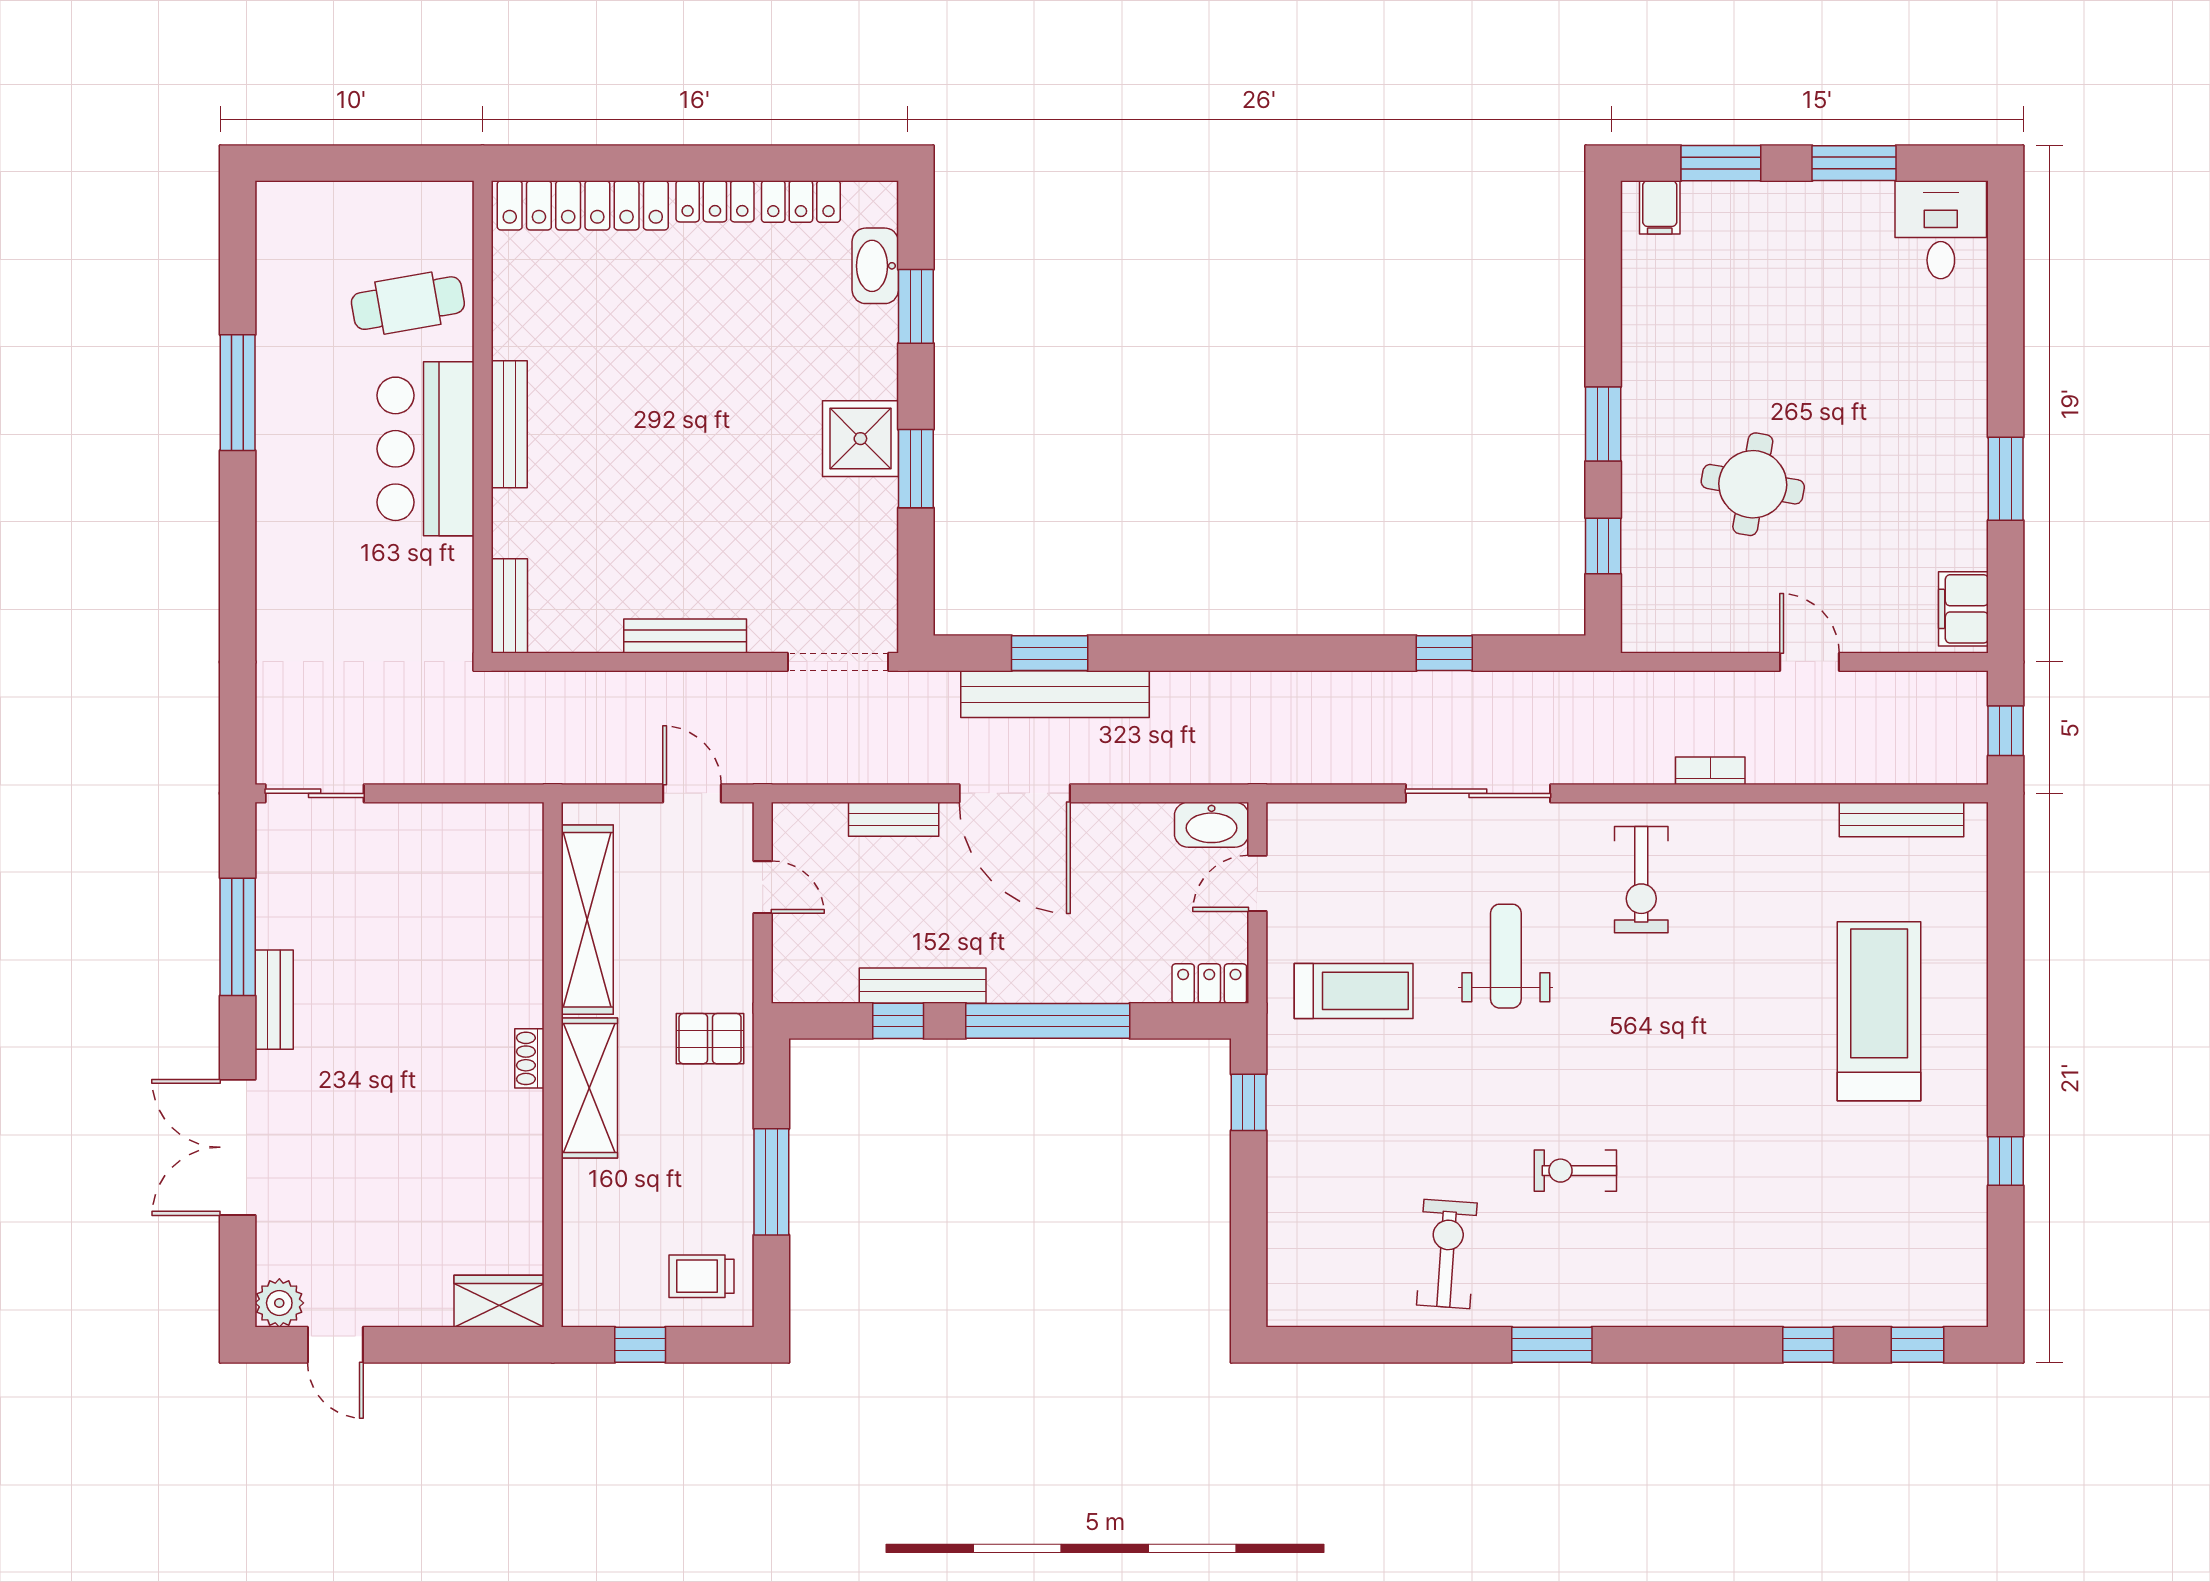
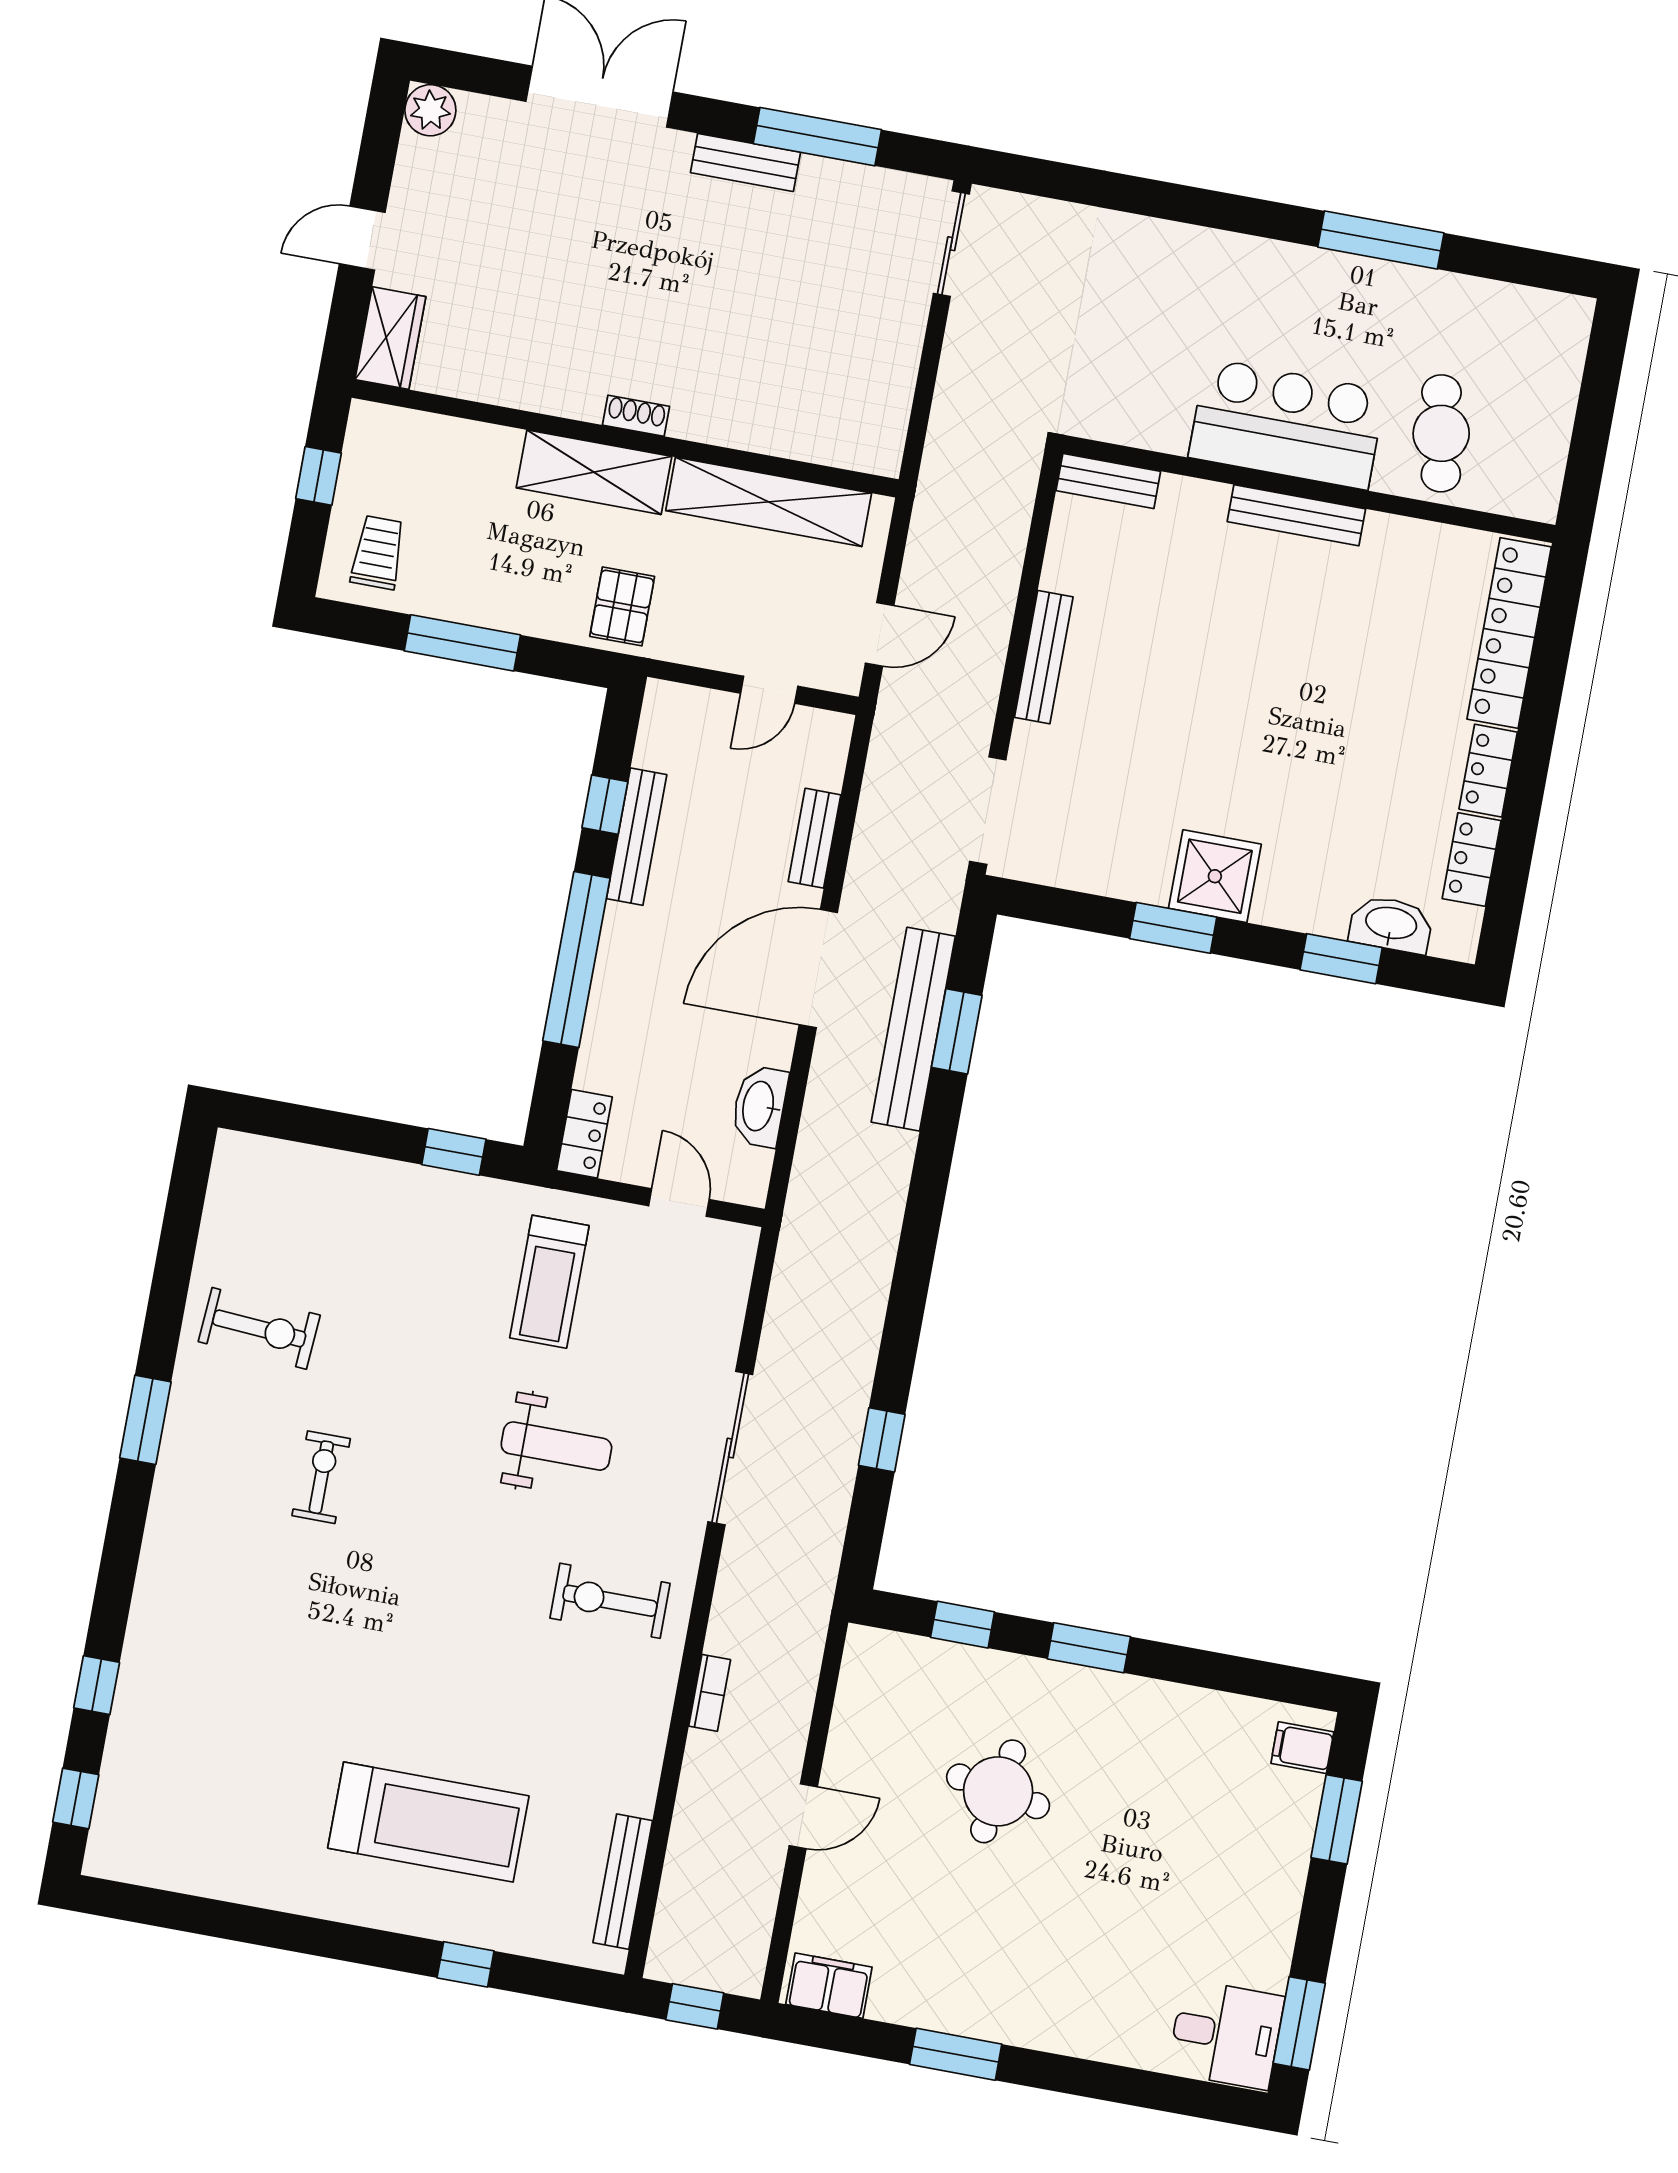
window: (1854, 163) -> (1299, 2023), moved
washbasin: (1212, 825) -> (759, 1106), moved
window: (2006, 1161) -> (466, 1964), moved
door: (335, 1345) -> (362, 238), moved

